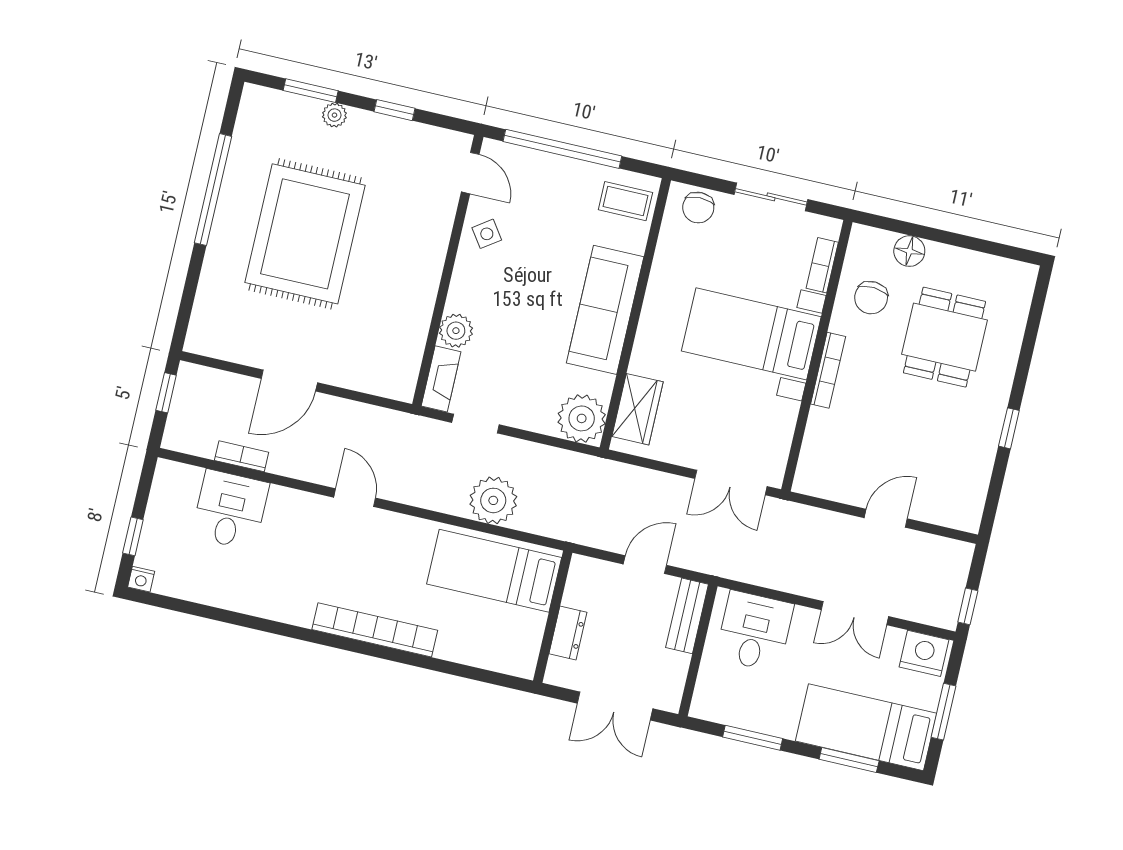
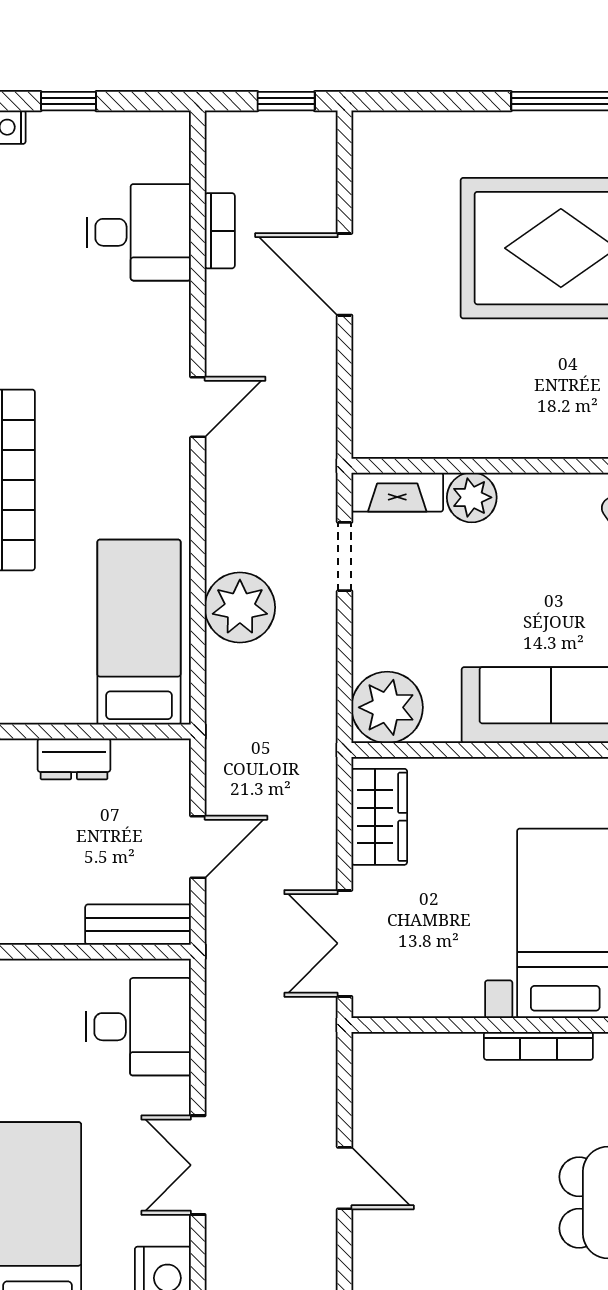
wardrobe: (637, 409) -> (379, 817), moved, turned -90
door: (645, 565) -> (198, 847), hinge flipped

